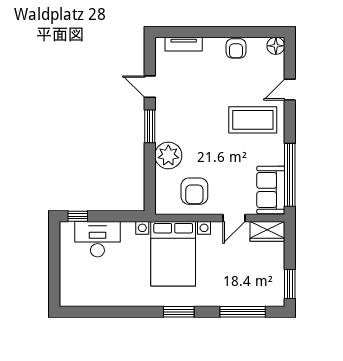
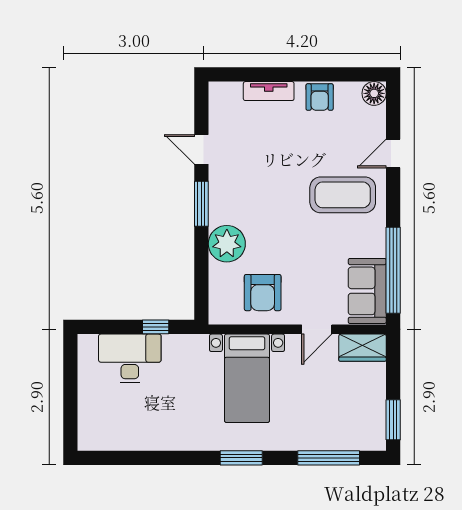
tv unit: (184, 44) -> (269, 91), moved
window: (78, 216) -> (156, 327), moved
bed with nightstands: (173, 254) -> (247, 378), width x0.73

